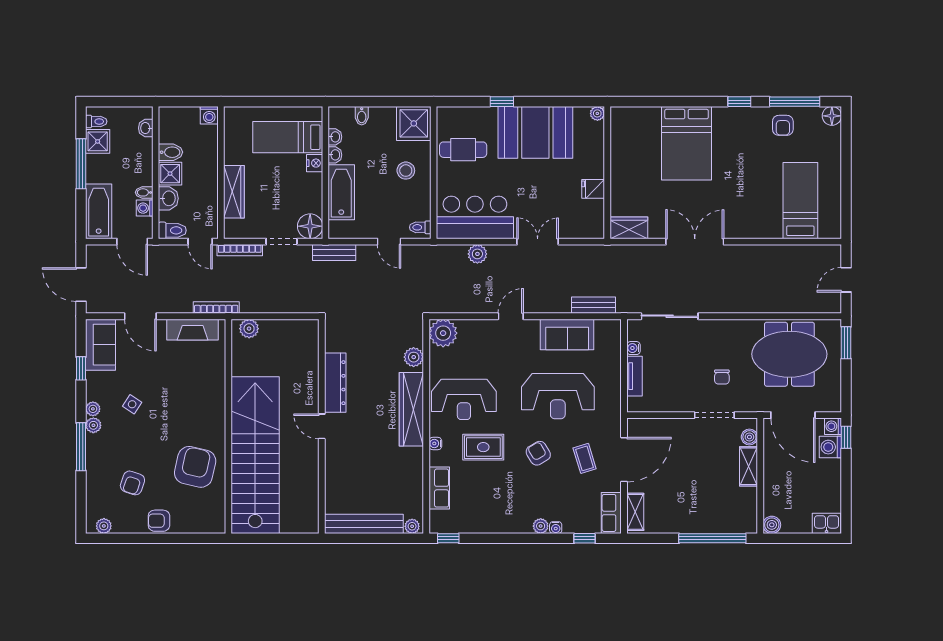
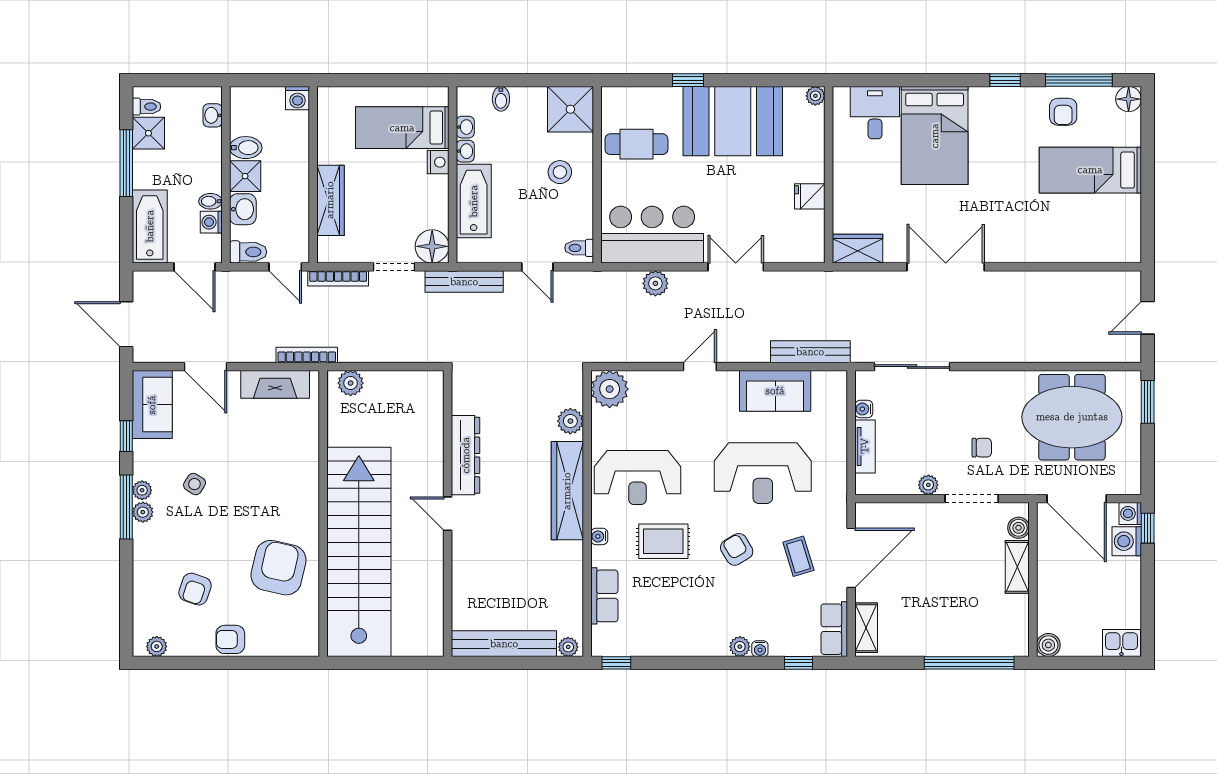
desk: (642, 126) -> (875, 113), added
bed: (800, 201) -> (1090, 170), moved, turned -90
bench: (334, 253) -> (464, 282), width x1.36
bench: (594, 305) -> (810, 352), width x1.36
chair: (722, 377) -> (982, 448), turned -90
plant: (682, 405) -> (928, 485), added
window: (81, 447) -> (126, 507), moved

